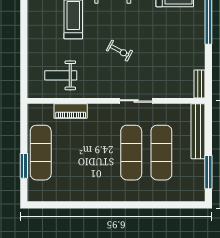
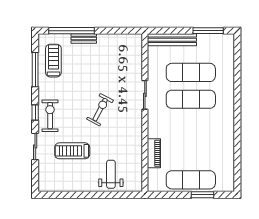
exercise bike: (119, 51) -> (100, 110), width x1.38, depth x1.39
weight bench: (61, 75) -> (111, 174), moved, turned 180
bench: (200, 84) -> (84, 38), moved

